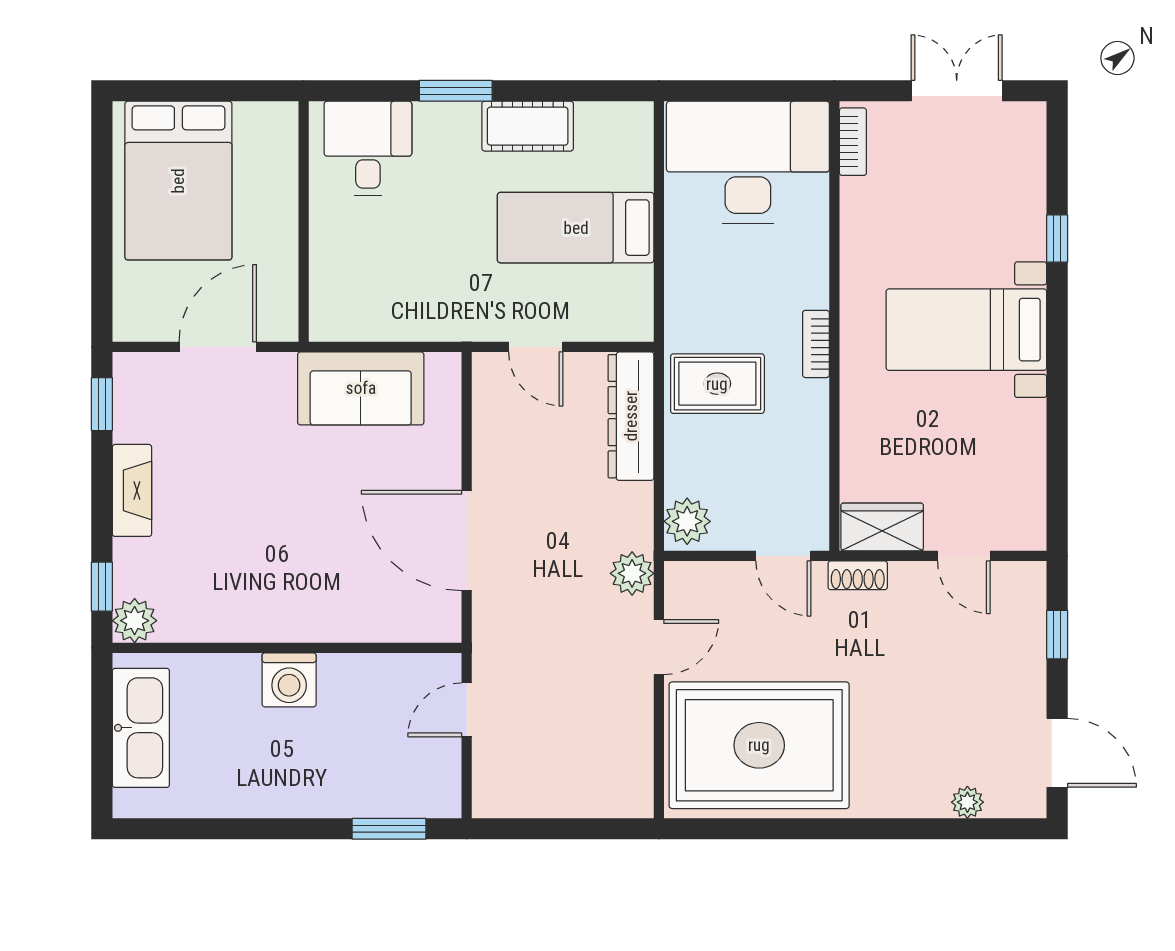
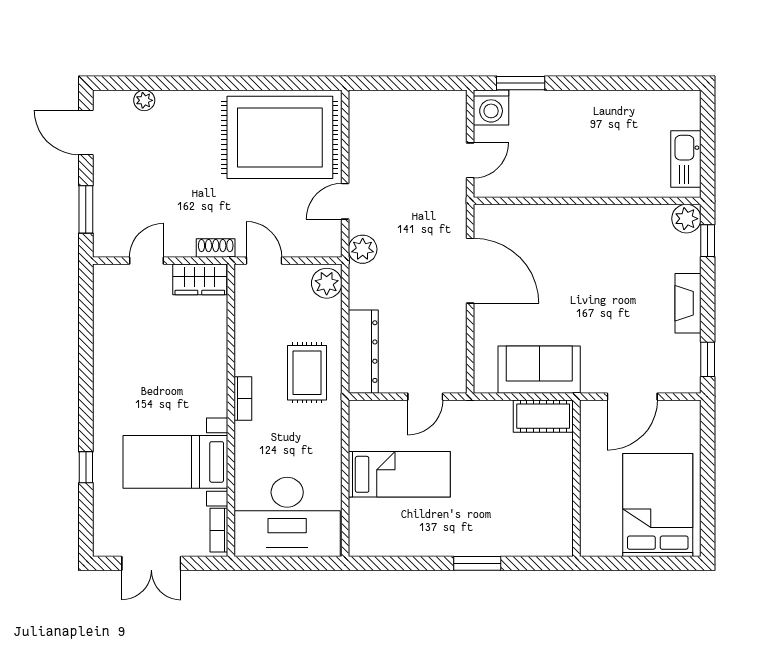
cot: (528, 126) -> (543, 416), moved
desk: (368, 148) -> (534, 526), removed
bed with nightstands: (966, 330) -> (175, 462), moved, turned 180
door: (536, 347) -> (425, 397), swing flipped
rug: (717, 384) -> (307, 373), turned 90
door: (964, 556) -> (147, 261), hinge flipped
window: (1057, 635) -> (86, 209), width x1.50
washing machine: (289, 680) -> (491, 107), moved, turned 180
kitchen sink: (141, 728) -> (686, 159), width x0.73, depth x0.81

